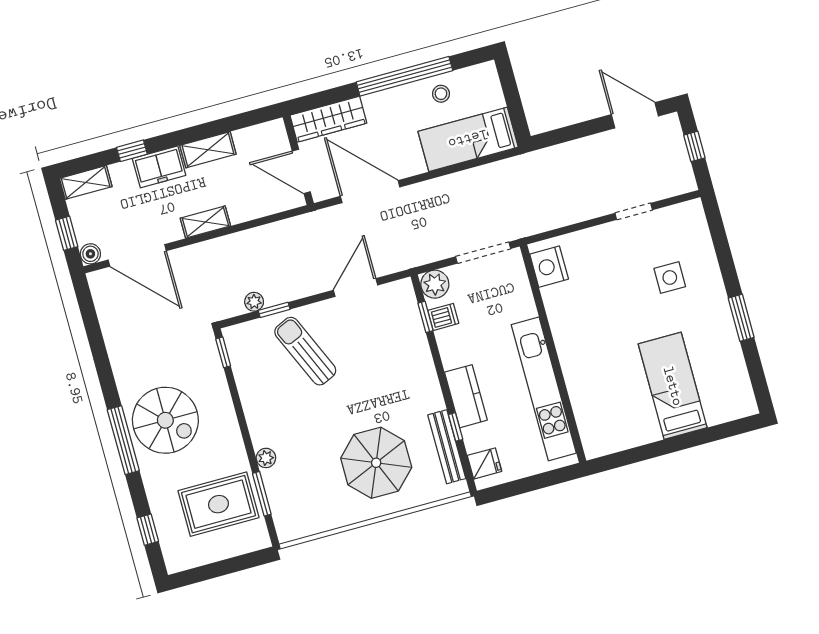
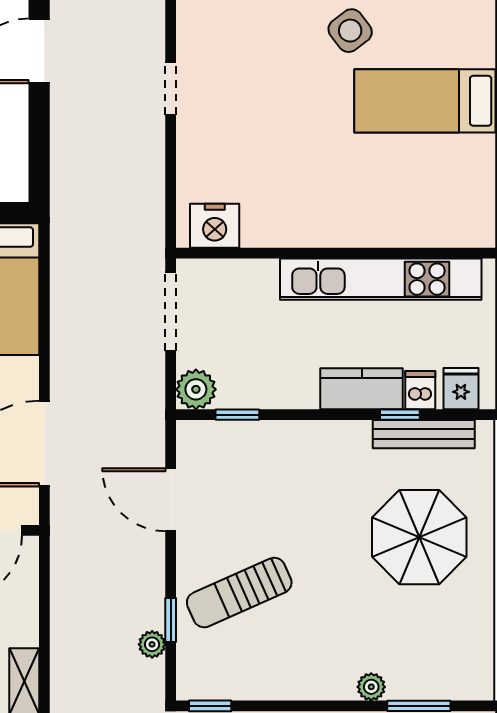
side table: (670, 278) -> (350, 31), moved, turned -37
dishwasher: (443, 317) -> (420, 390), moved

